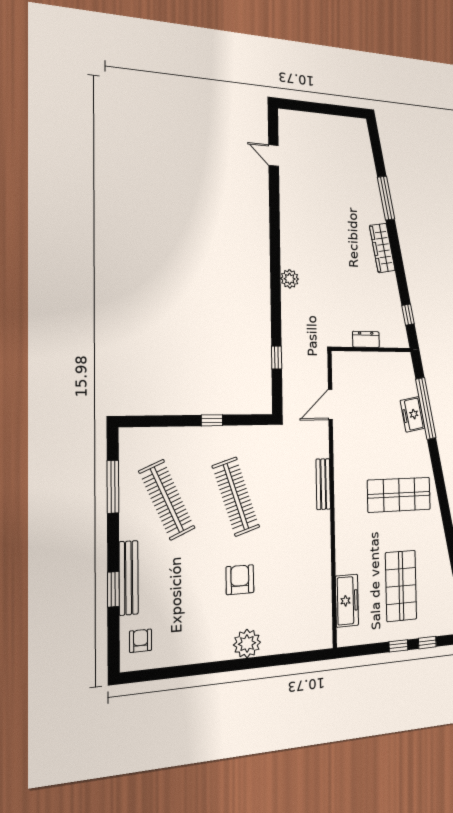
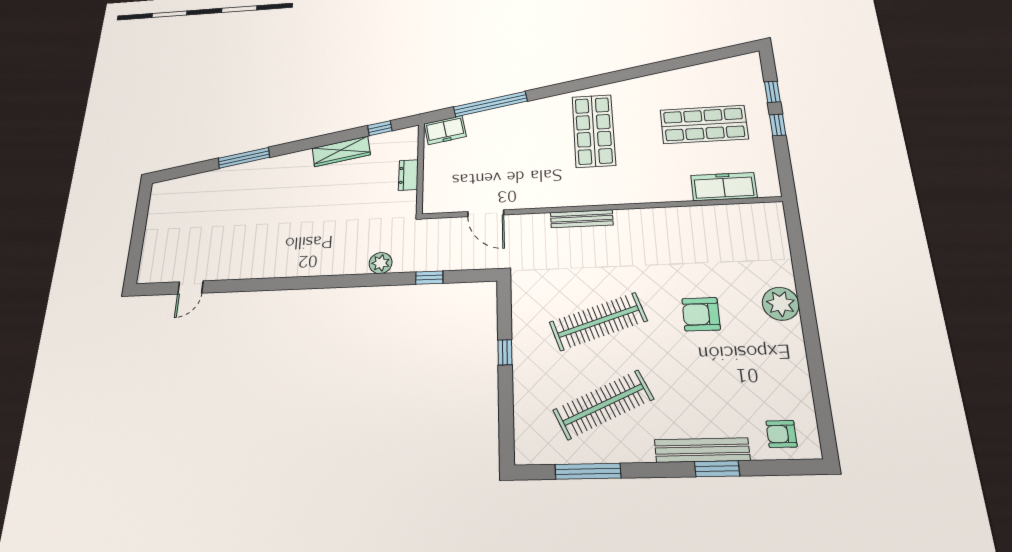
wardrobe: (382, 248) -> (341, 151), moved
plant: (290, 279) -> (381, 263), moved
freezer: (413, 414) -> (445, 130), moved

